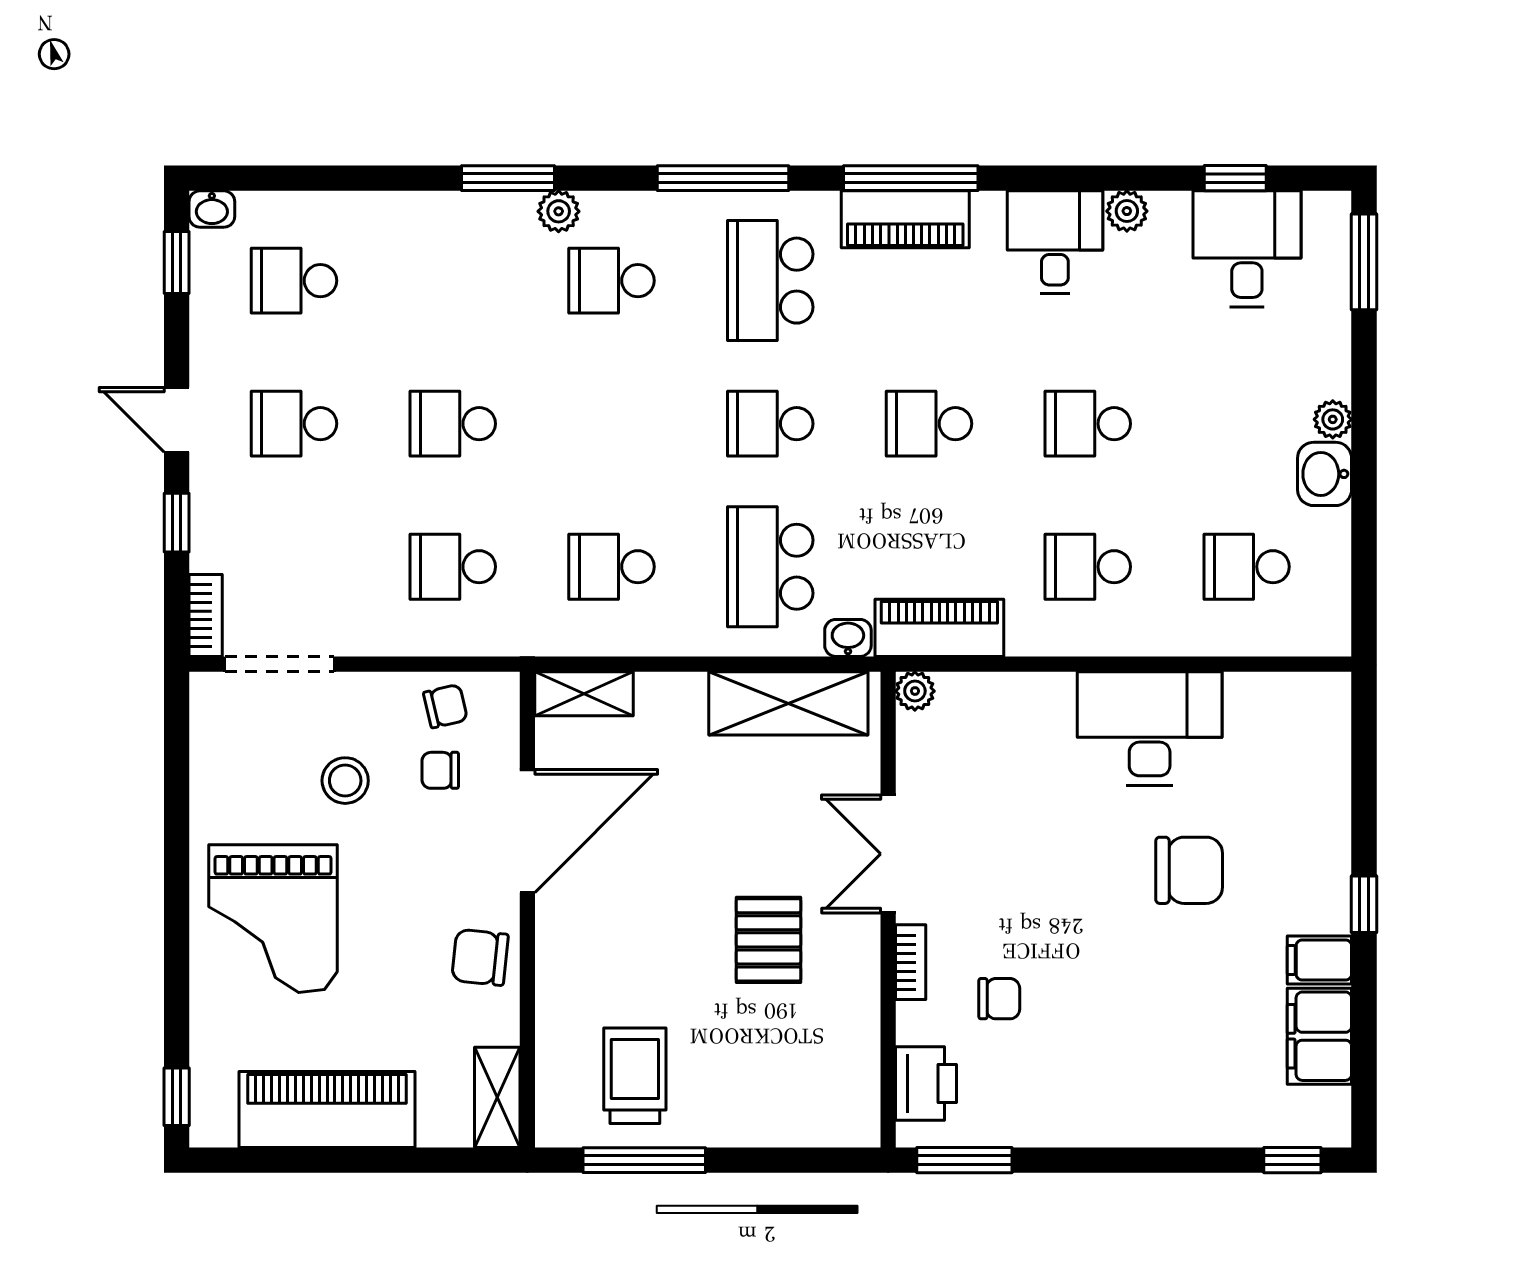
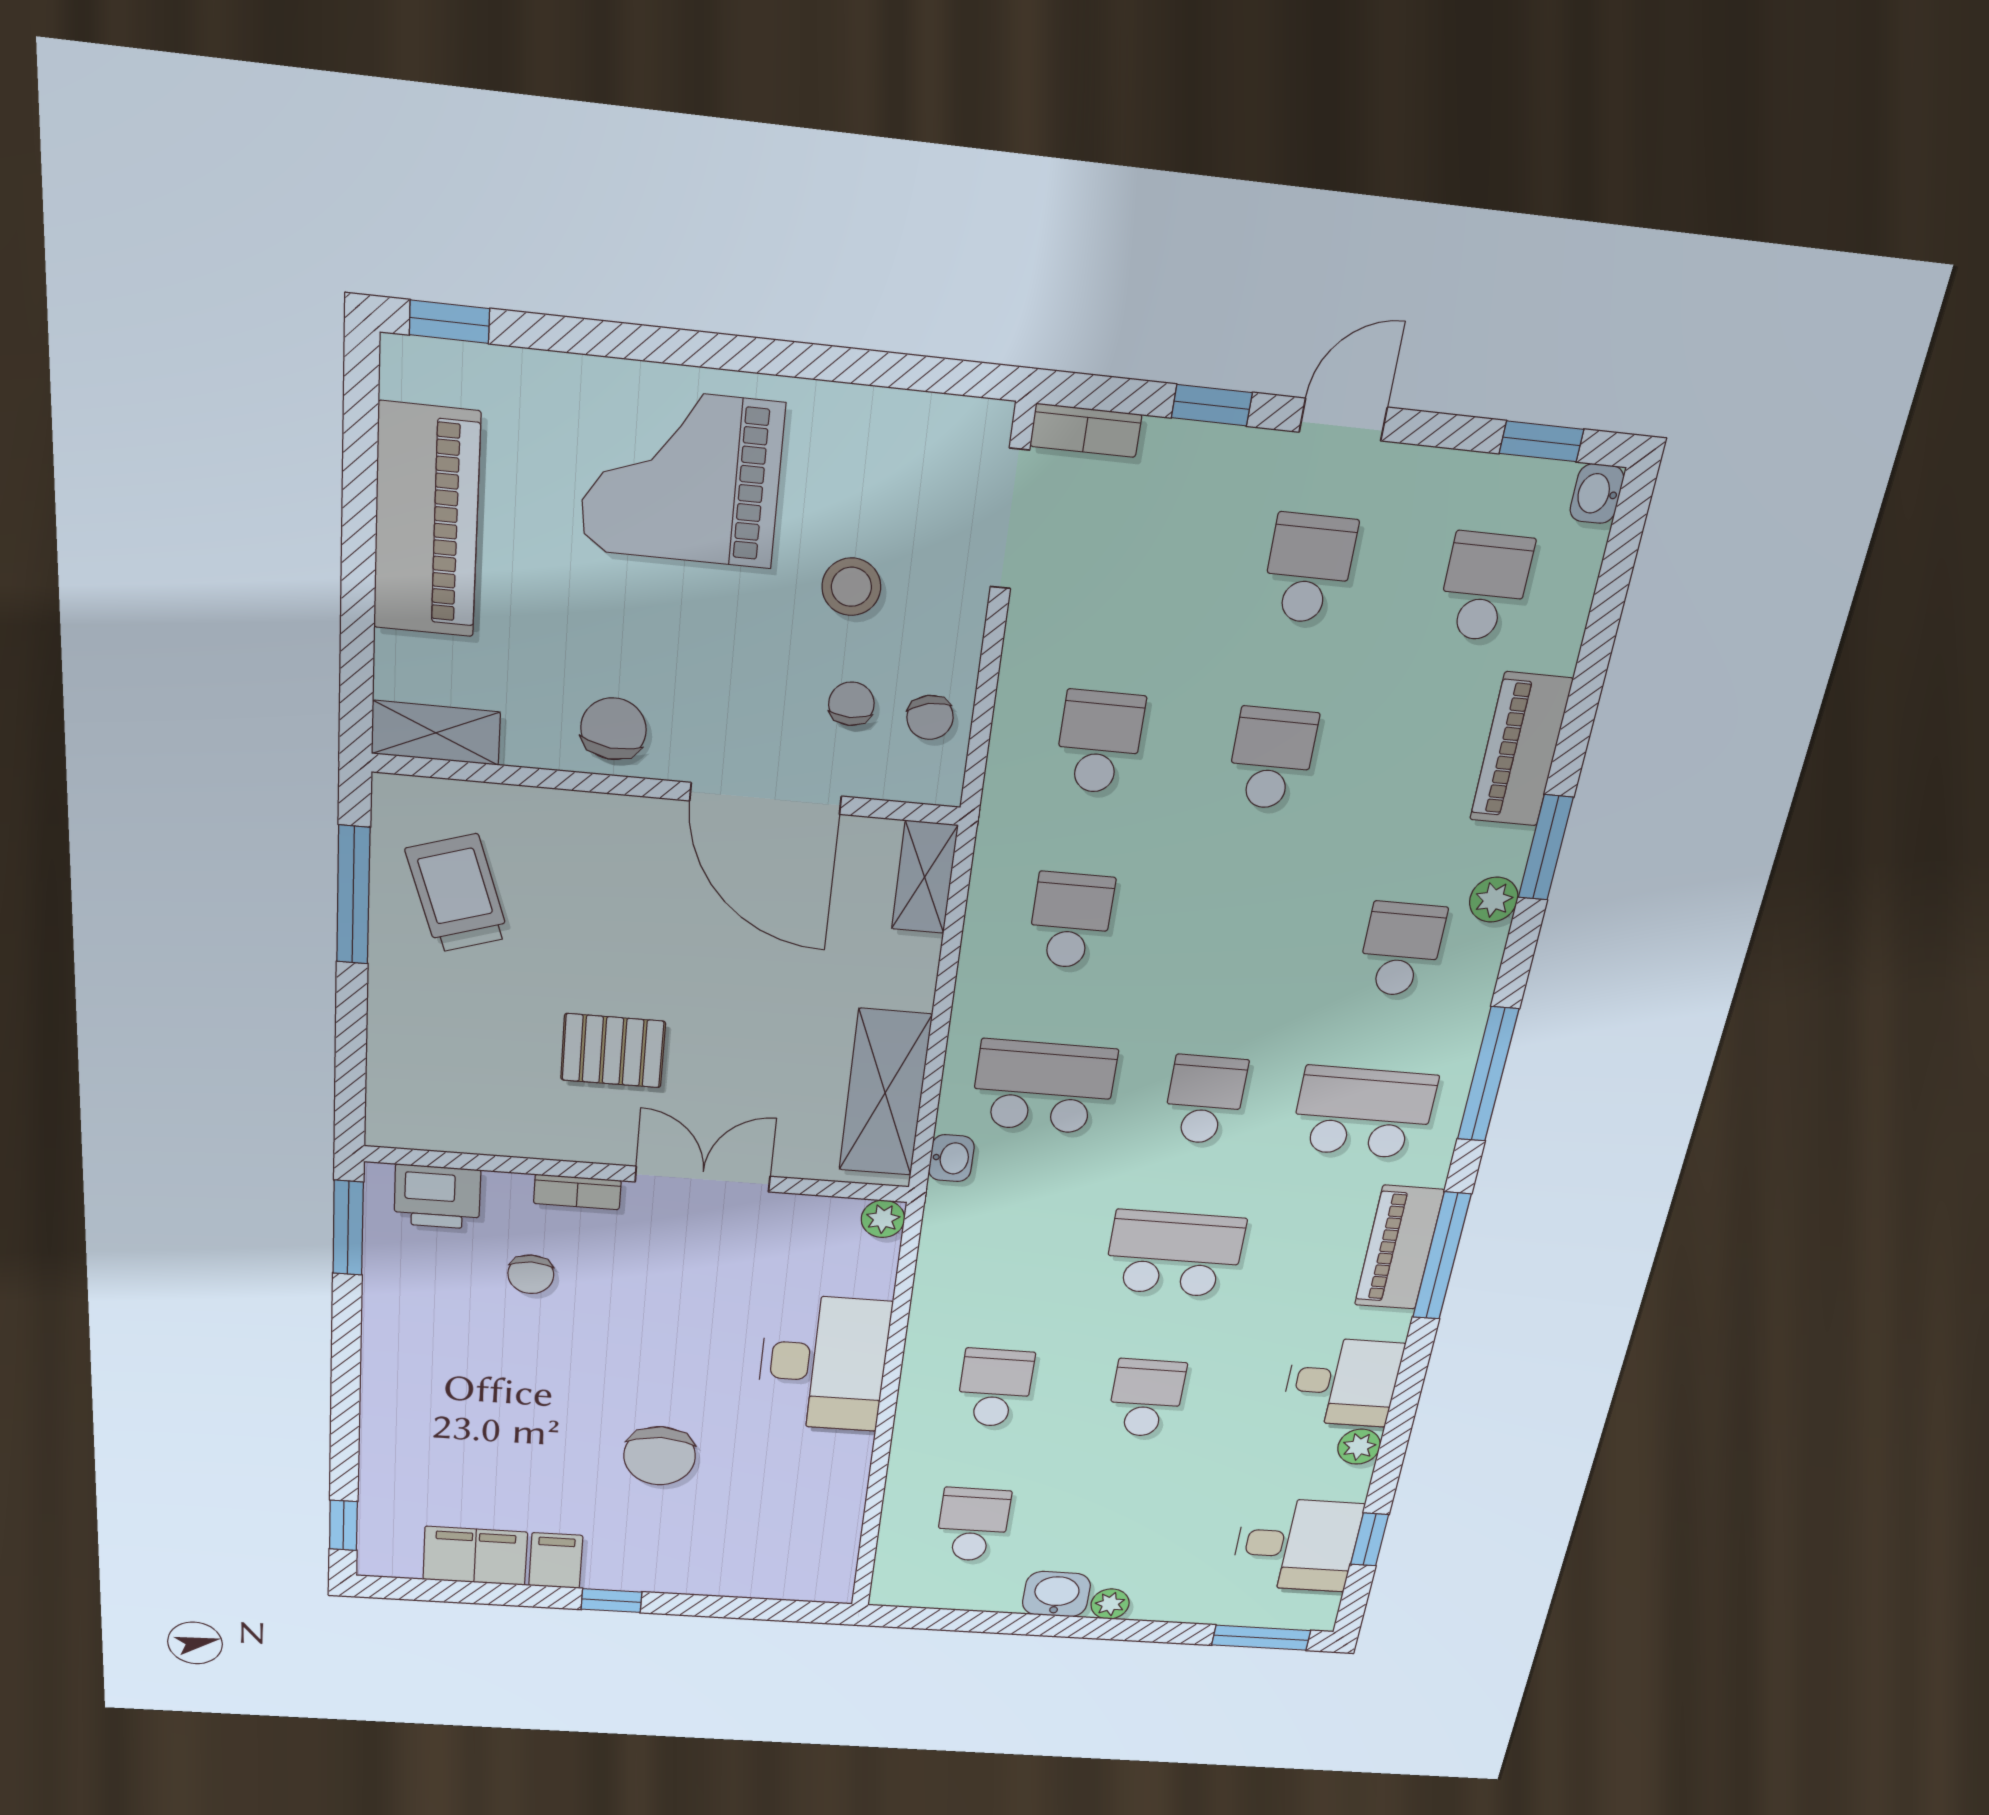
school desk: (929, 424) -> (1174, 1254), width x1.85
piano: (939, 628) -> (1521, 750), moved, turned 180
desk: (1150, 728) -> (823, 1363), moved
trolley: (635, 1076) -> (457, 893), turned -108

